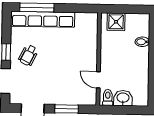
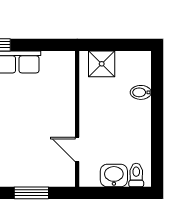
toilet: (108, 97) -> (136, 175), moved

